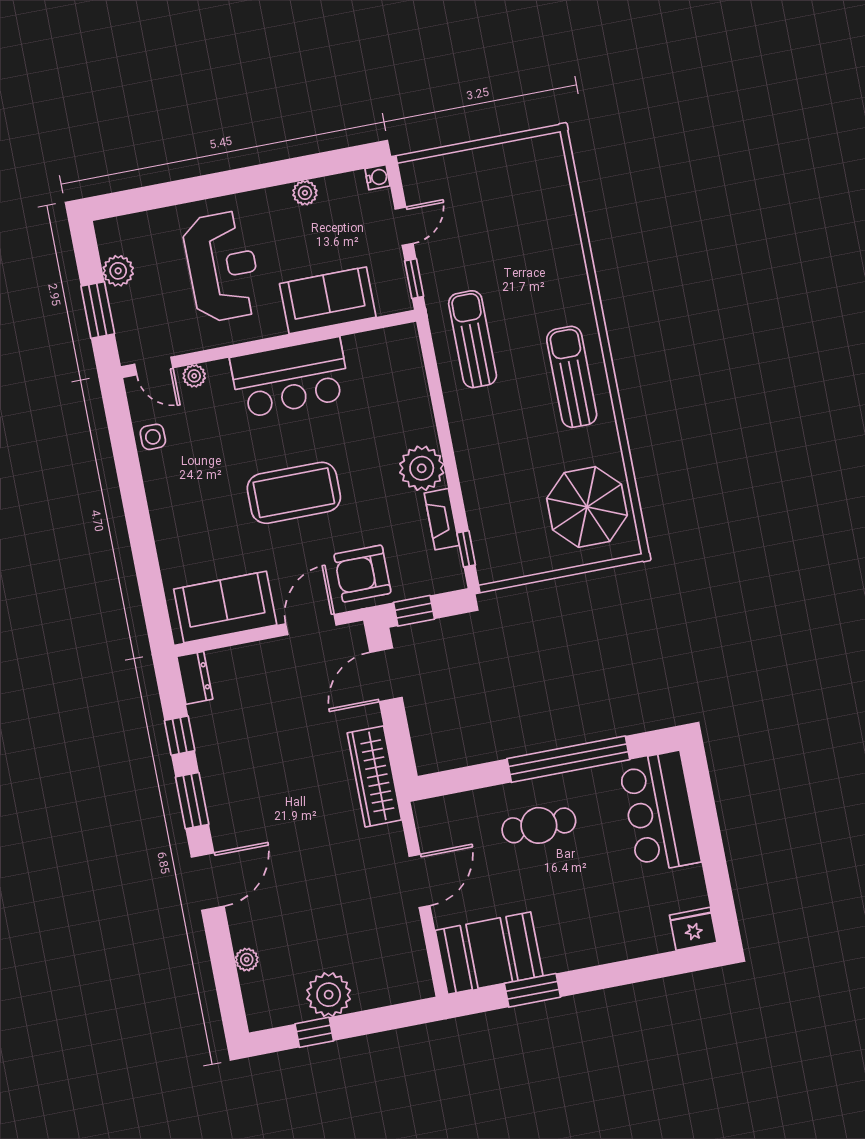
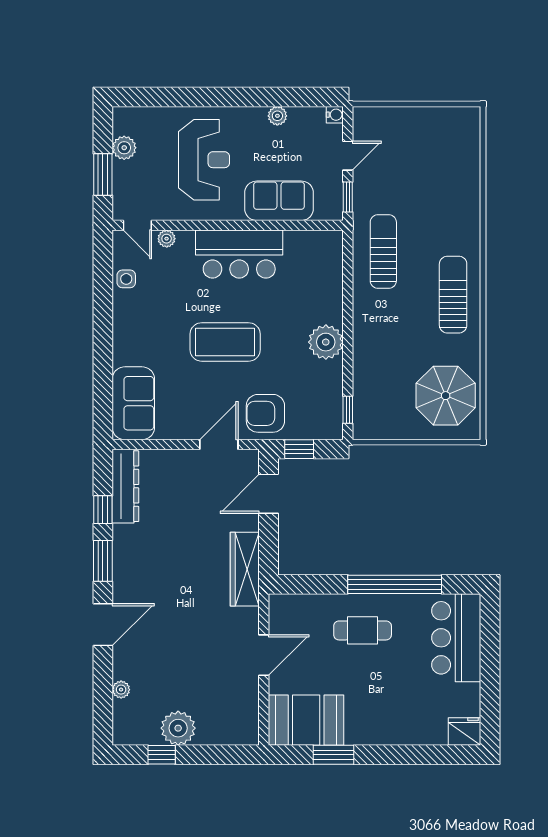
fireplace: (442, 519) -> (334, 384), removed
sofa: (225, 607) -> (133, 403), moved, turned 90
dresser: (195, 678) -> (125, 486), width x1.96, depth x1.24

